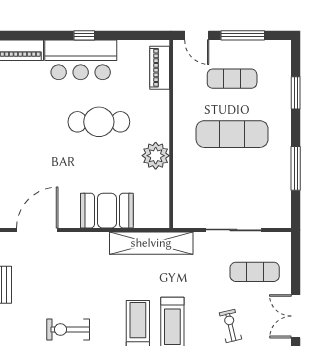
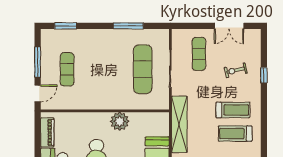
piano: (160, 68) -> (47, 132), moved, turned -90
window: (296, 93) -> (66, 26), moved
exercise mat: (232, 134) -> (143, 69), moved

